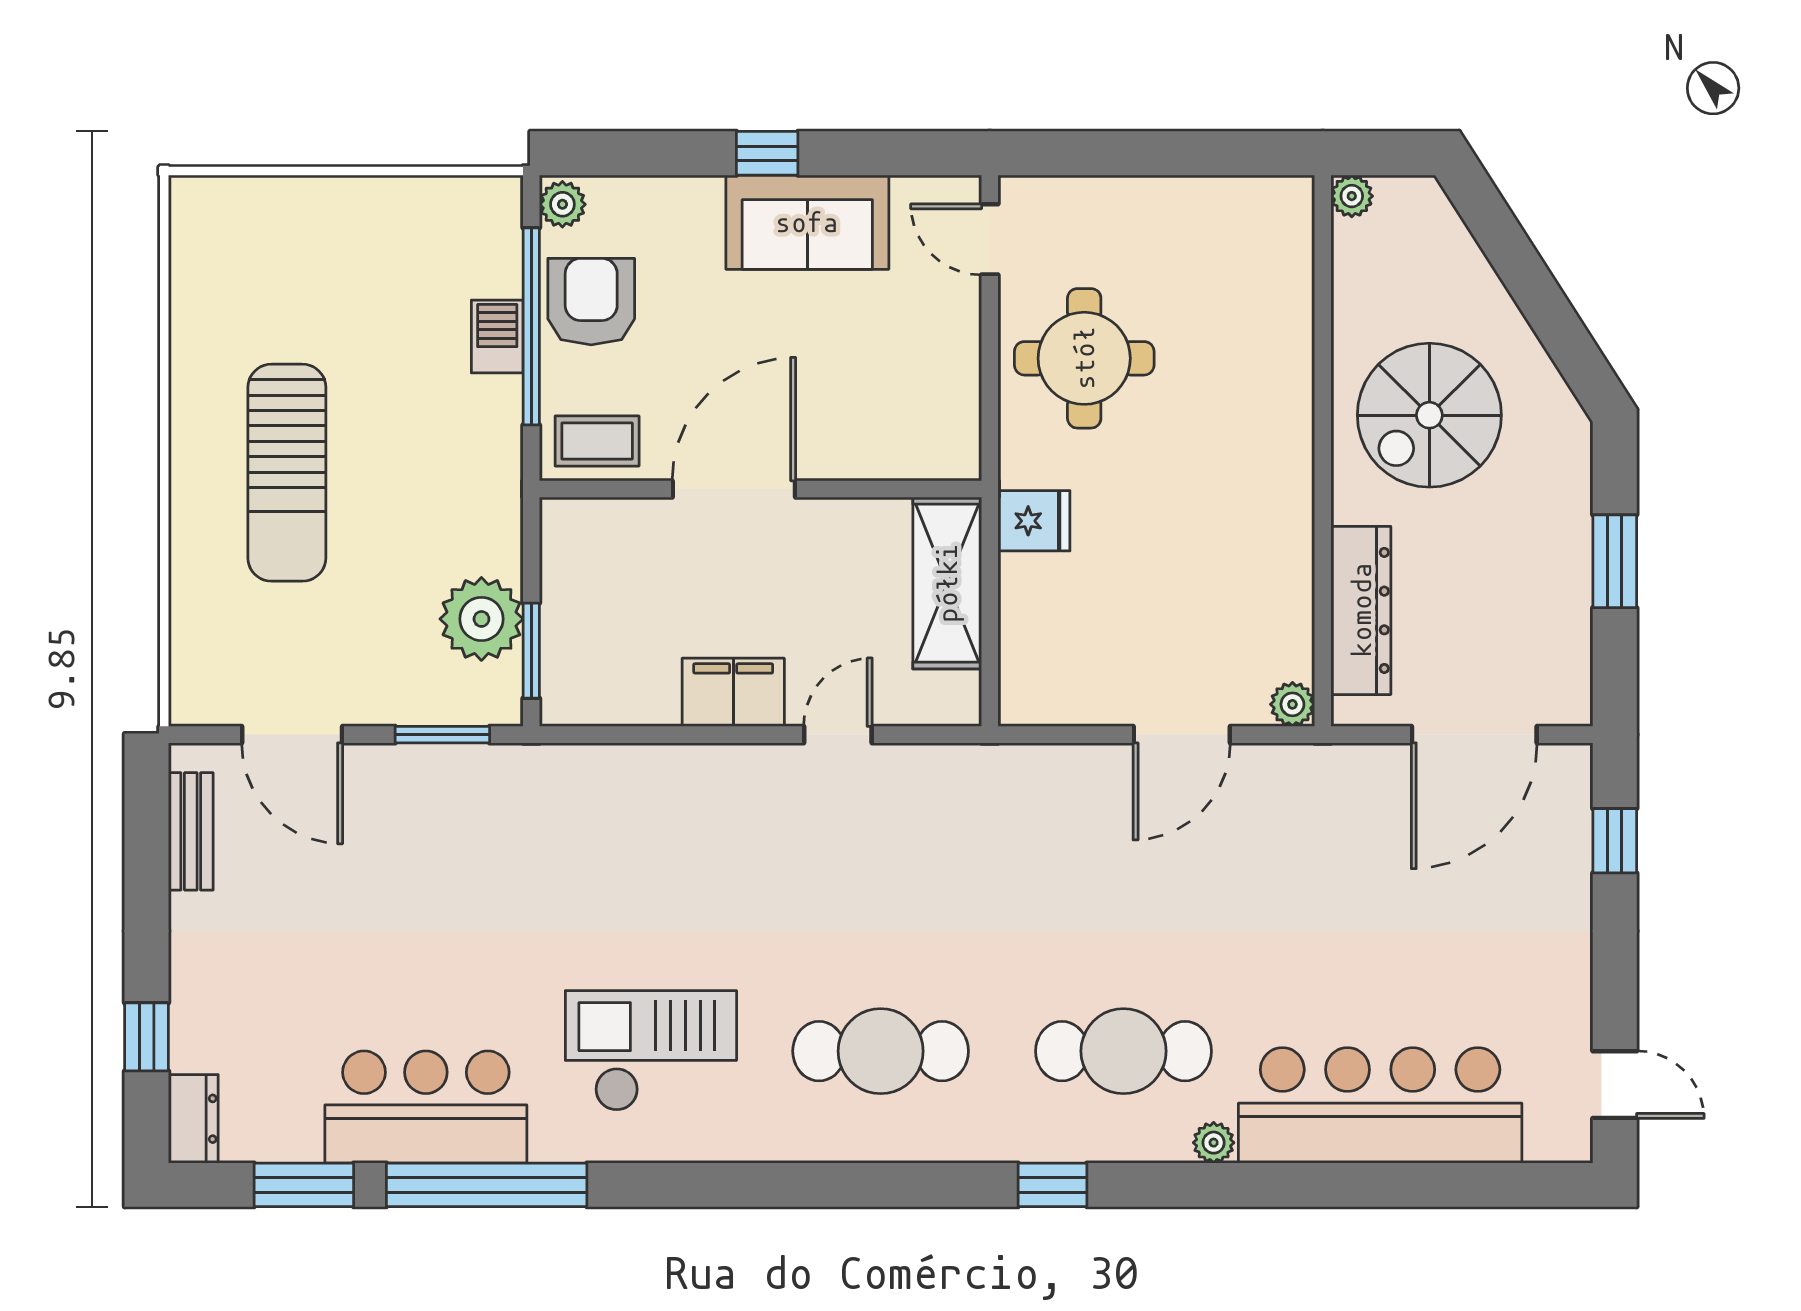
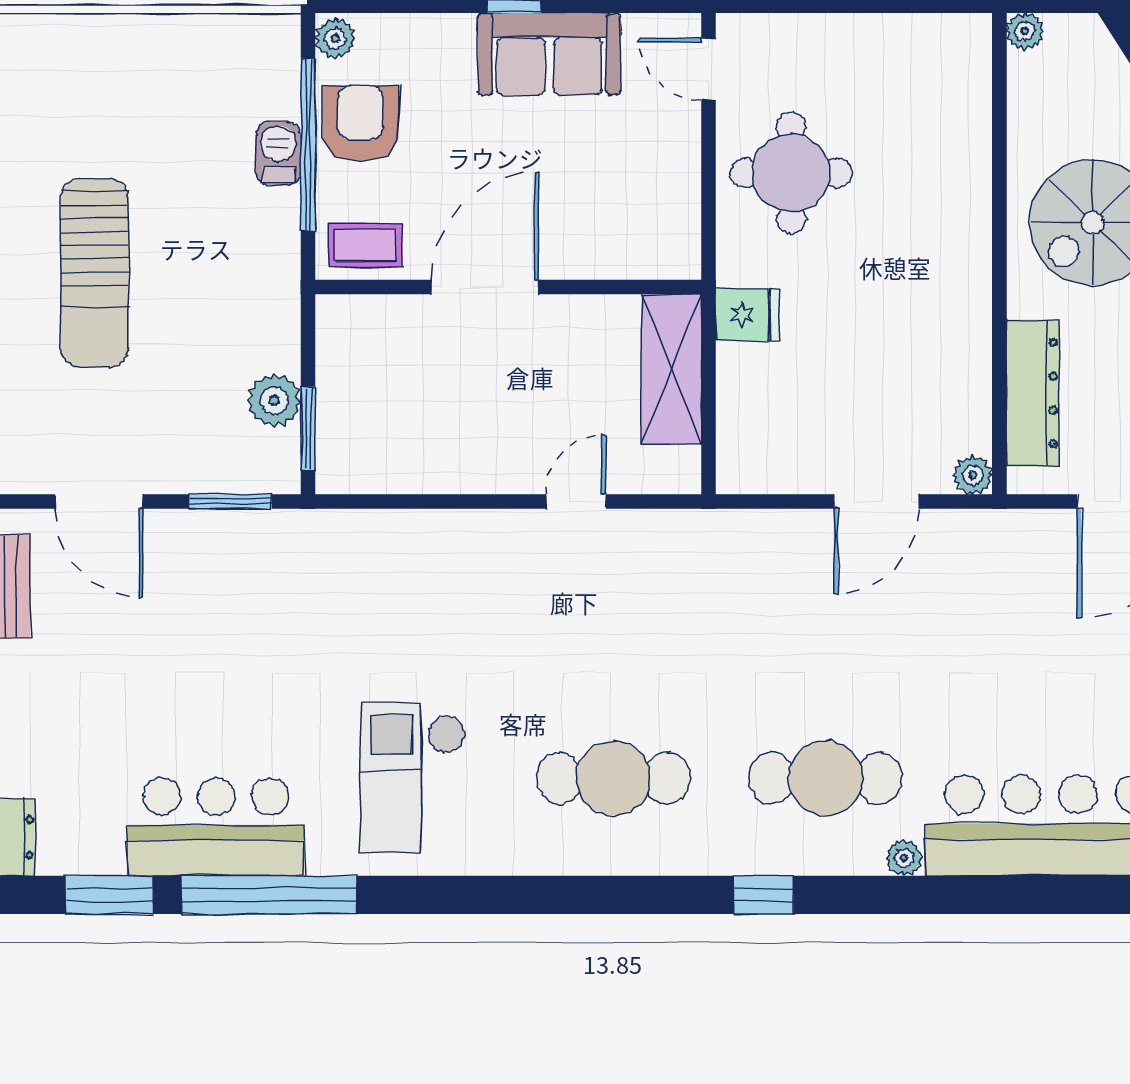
plant: (481, 619) -> (274, 401), width x0.73, depth x0.73
filing cabinet: (733, 692) -> (484, 465), removed
checkout: (651, 1051) -> (413, 778), turned -90

